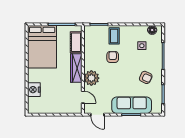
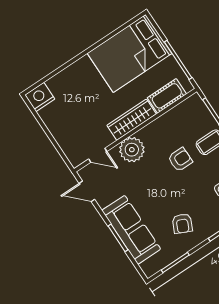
nightstand: (34, 90) -> (40, 97), moved
door: (83, 97) -> (98, 155), hinge flipped
door: (97, 115) -> (87, 191), hinge flipped

